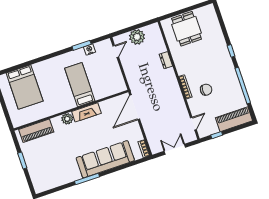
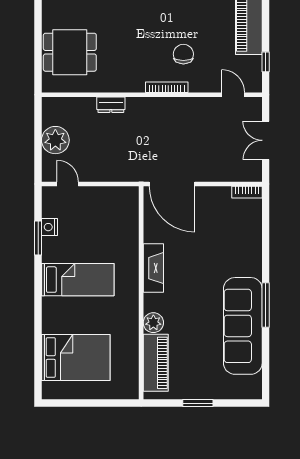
bed: (80, 85) -> (78, 280), moved, turned 180
plant: (67, 119) -> (153, 323), moved
sofa: (105, 159) -> (243, 326), moved

